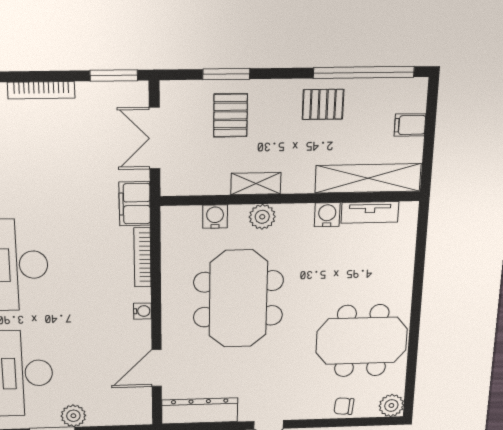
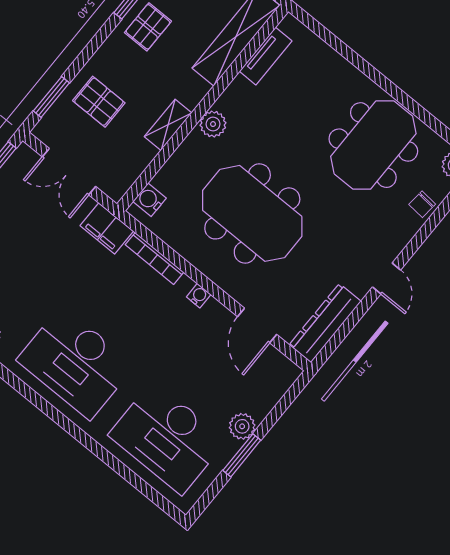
window: (226, 74) -> (51, 97), moved
water cooler: (327, 215) -> (240, 90), removed
water cooler: (215, 217) -> (150, 200), moved
plant: (262, 217) -> (213, 124), moved

